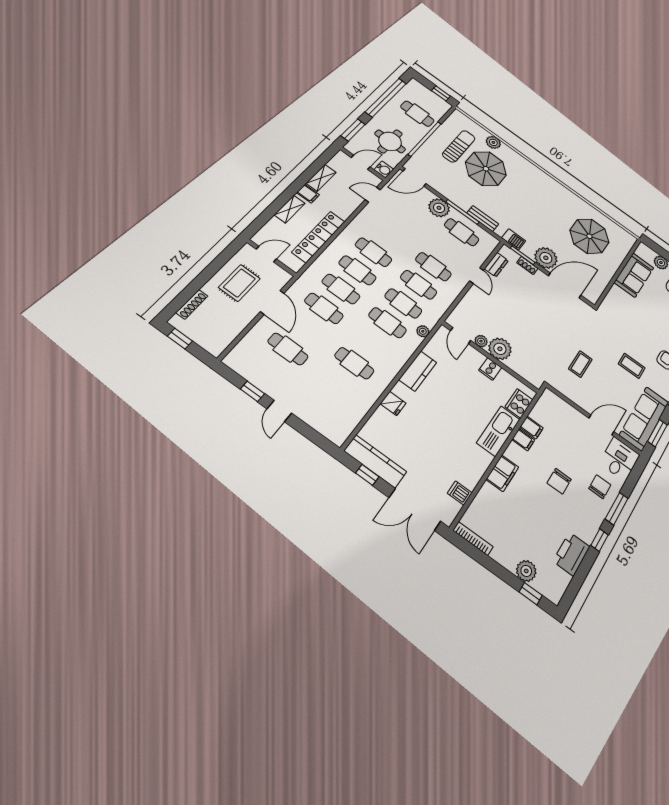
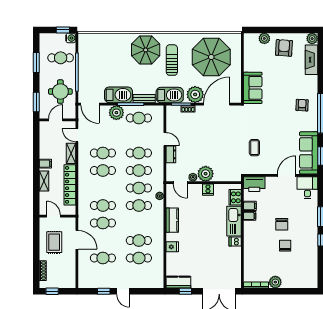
window: (386, 98) -> (36, 63), width x0.47
plant: (493, 142) -> (115, 39), removed
sun lounger: (459, 146) -> (172, 60), moved
water cooler: (384, 169) -> (71, 38), moved
parasol: (486, 169) -> (146, 50), moved
door: (415, 177) -> (90, 104), hinge flipped
shelving: (321, 178) -> (71, 153), moved
barbecue: (455, 193) -> (118, 95), added
door: (373, 195) -> (77, 135), hinge flipped
parasol: (589, 236) -> (211, 57), width x1.36, depth x1.36
barbecue: (514, 239) -> (170, 95), width x1.88, depth x1.53
door: (266, 254) -> (54, 216), hinge flipped
dresser: (496, 265) -> (171, 154), moved
cafe table: (357, 270) -> (103, 153), moved
sofa: (634, 275) -> (253, 88), moved
coffee table: (632, 366) -> (284, 125), removed
cafe table: (337, 385) -> (139, 258), added
kitchen counter: (375, 461) -> (178, 282), width x0.67
filing cabinet: (502, 473) -> (250, 242), removed
chair: (600, 487) -> (285, 246), moved
dishwasher: (460, 493) -> (235, 242), moved
printer: (571, 554) -> (254, 184), moved, turned -90
plant: (526, 571) -> (275, 282), moved
window: (531, 594) -> (301, 291), removed

